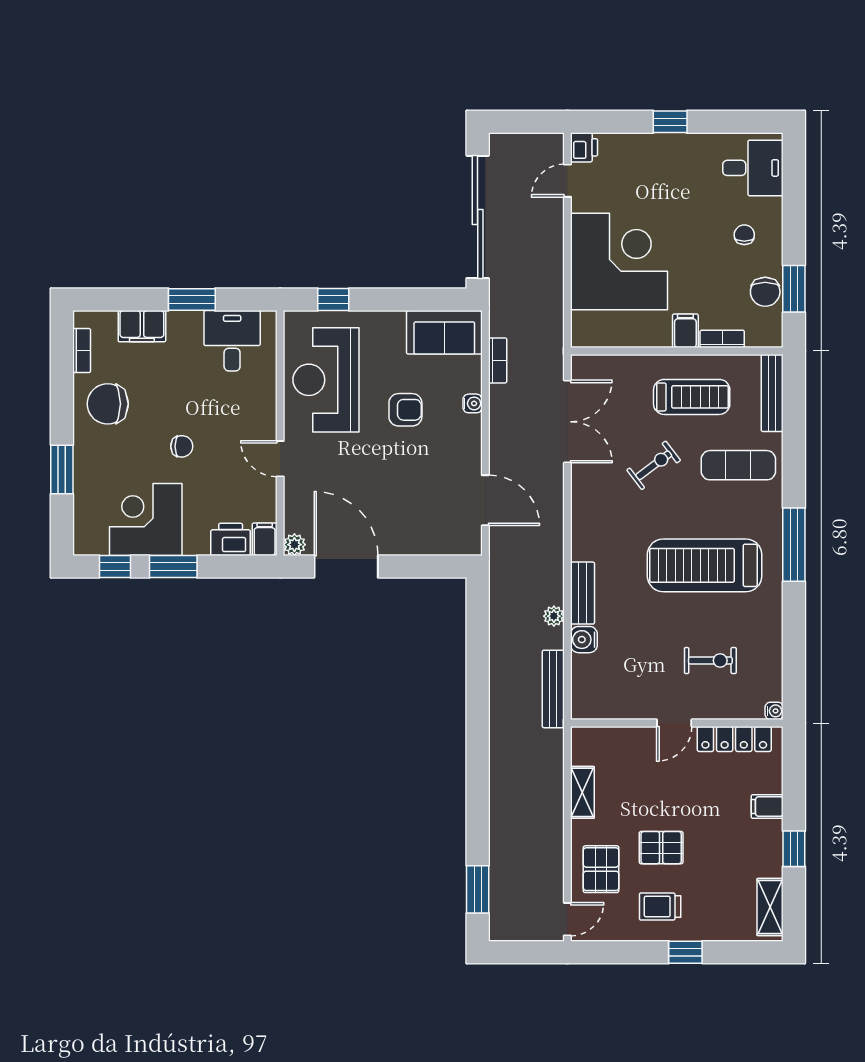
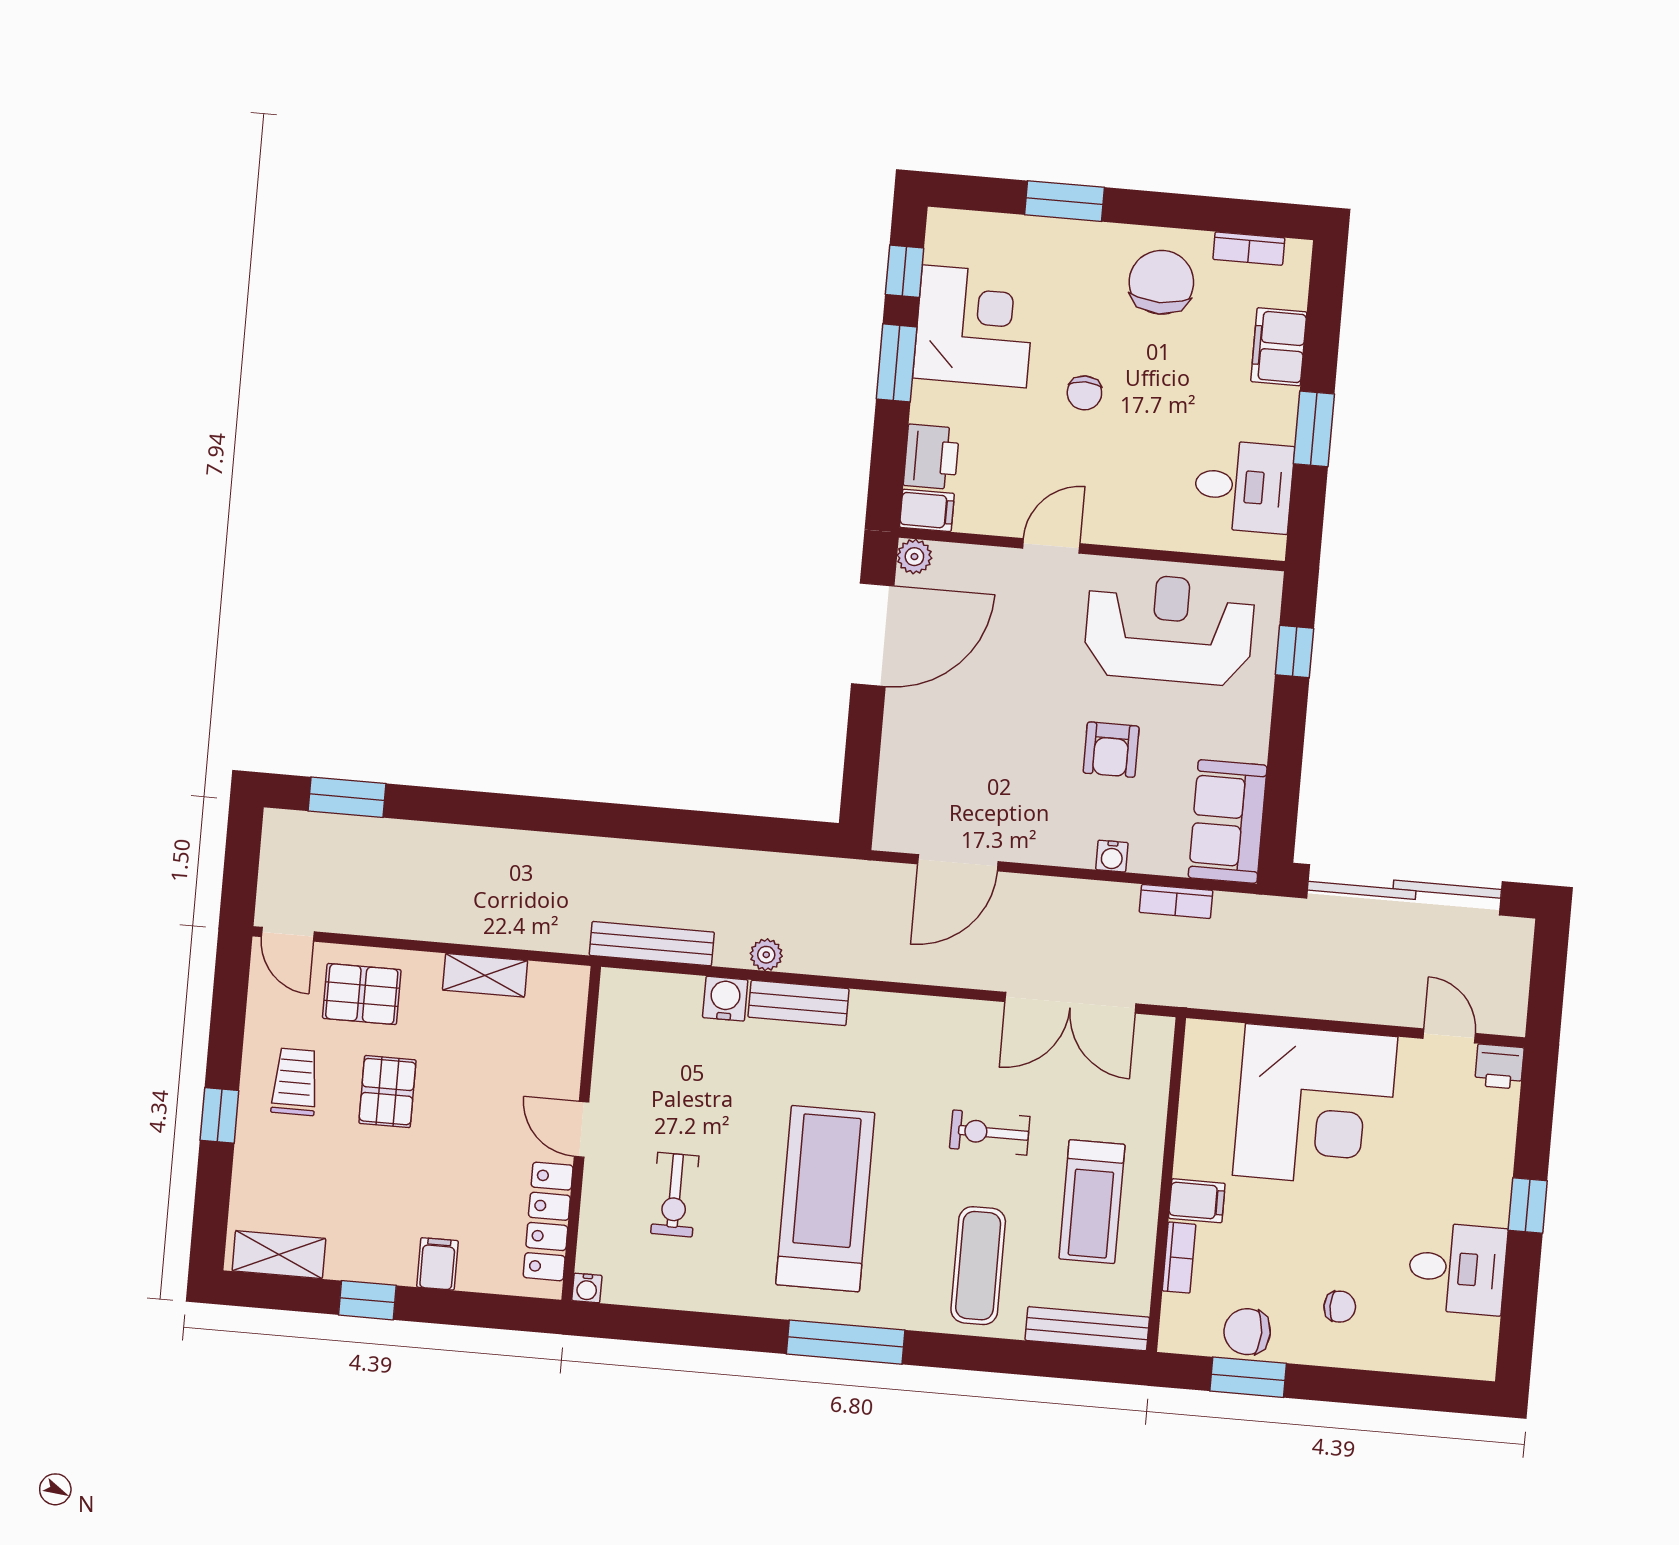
desk: (753, 168) -> (1457, 1268), moved, turned -90
exercise bike: (654, 465) -> (990, 1132), turned 127

